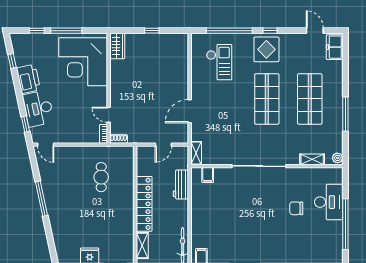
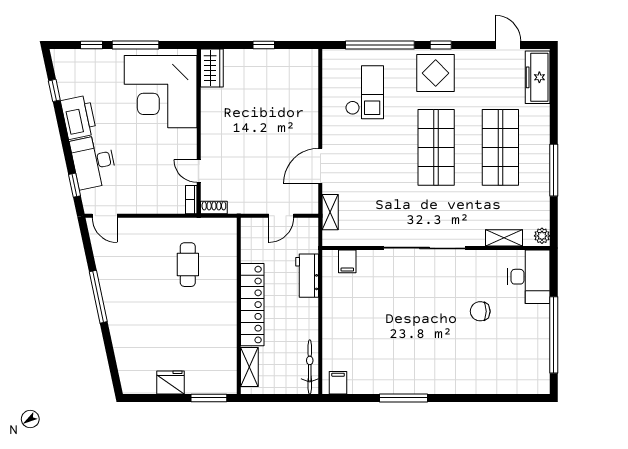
freezer: (335, 47) -> (538, 77), width x1.40
shelving: (196, 153) -> (330, 212), moved
desk: (329, 202) -> (529, 277), moved

